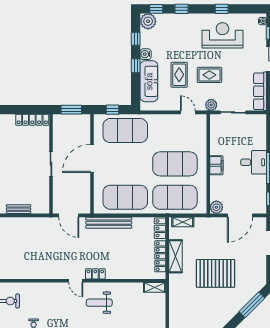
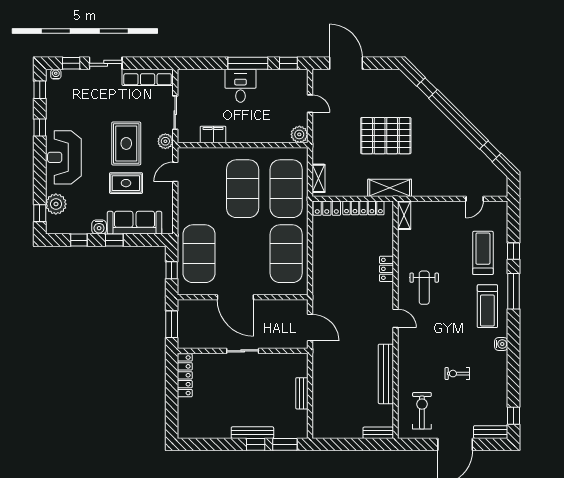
window: (181, 9) -> (40, 90), moved
plant: (148, 21) -> (56, 204), moved
reception desk: (222, 35) -> (64, 157), moved
rug: (209, 75) -> (126, 143), width x1.36, depth x1.43
filing cabinet: (216, 165) -> (213, 134), moved
door: (69, 215) -> (310, 328), hinge flipped
door: (240, 215) -> (310, 104), width x0.53
bench: (109, 223) -> (386, 374), moved
shelving: (176, 256) -> (390, 188), moved
pallet: (215, 273) -> (386, 136), turned 90
locker: (95, 274) -> (386, 269), moved
door: (76, 281) -> (395, 318), hinge flipped
window: (252, 305) -> (427, 88), width x0.46

